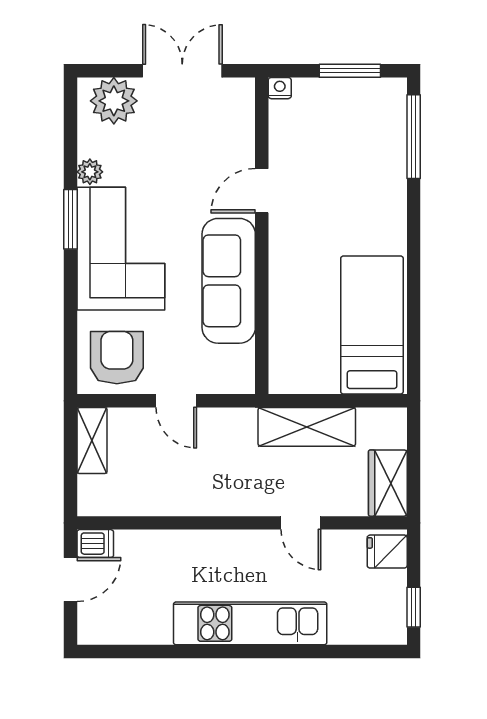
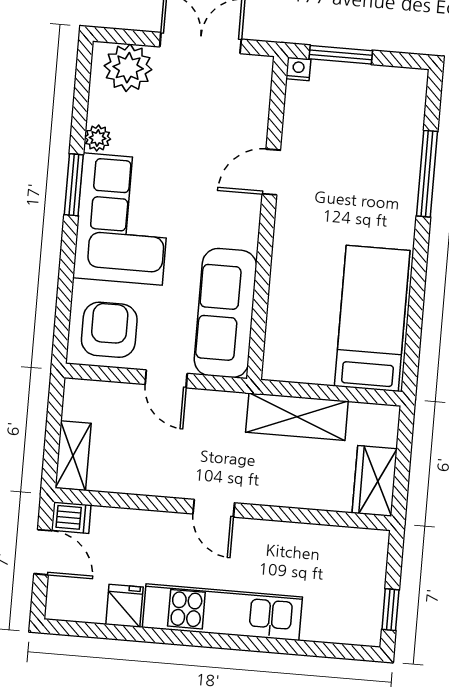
window: (350, 71) -> (341, 55), moved
window: (414, 137) -> (427, 174), moved
sofa: (229, 281) -> (225, 313), moved
shelving: (92, 441) -> (73, 456), moved
door: (301, 523) -> (214, 508), moved
fridge: (387, 552) -> (124, 606), moved, turned 90
door: (70, 580) -> (43, 552), hinge flipped

